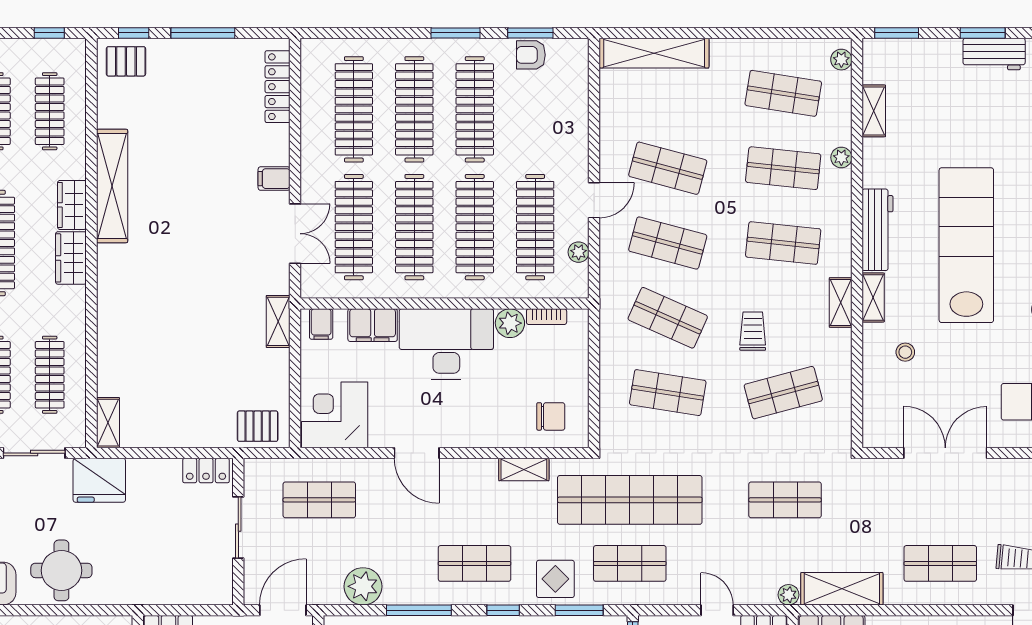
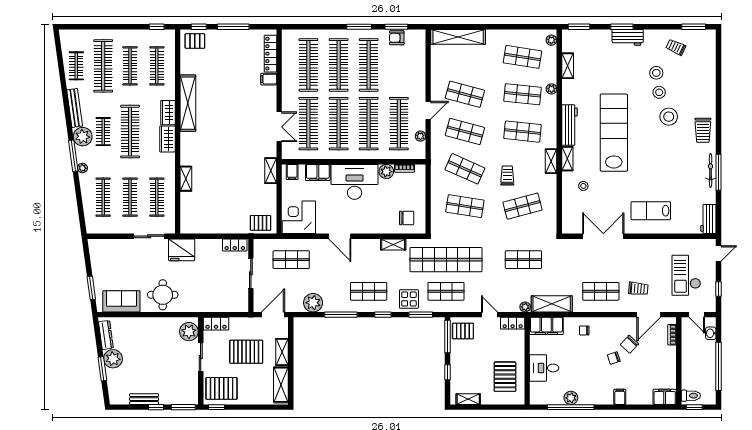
filing cabinet: (274, 179) -> (269, 79), moved
shelving: (108, 423) -> (186, 179), moved

